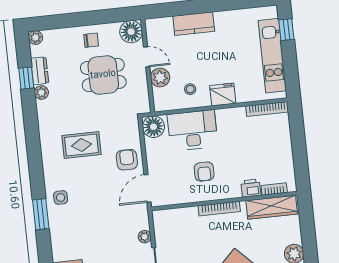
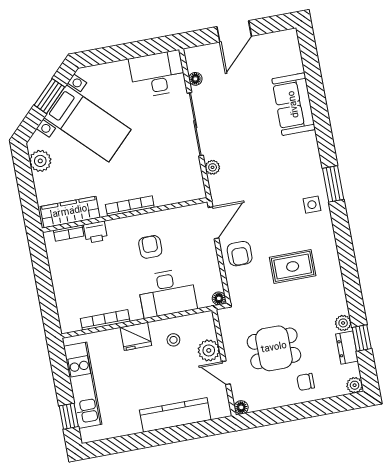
kitchen counter: (194, 24) -> (175, 415), width x1.50
floor lamp: (131, 32) -> (241, 407), width x0.53, depth x0.53
chair: (91, 40) -> (306, 382), moved
bookcase: (267, 109) -> (105, 320), moved
floor lamp: (153, 127) -> (219, 298), width x0.53, depth x0.53

